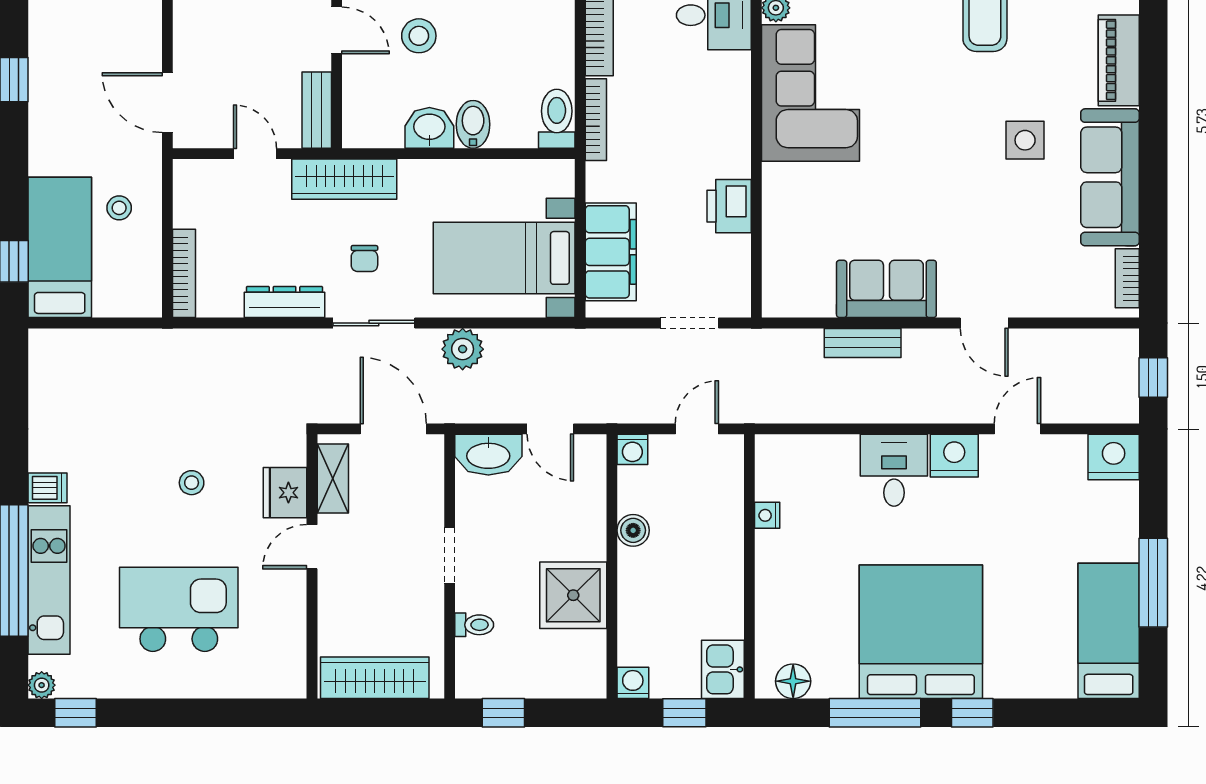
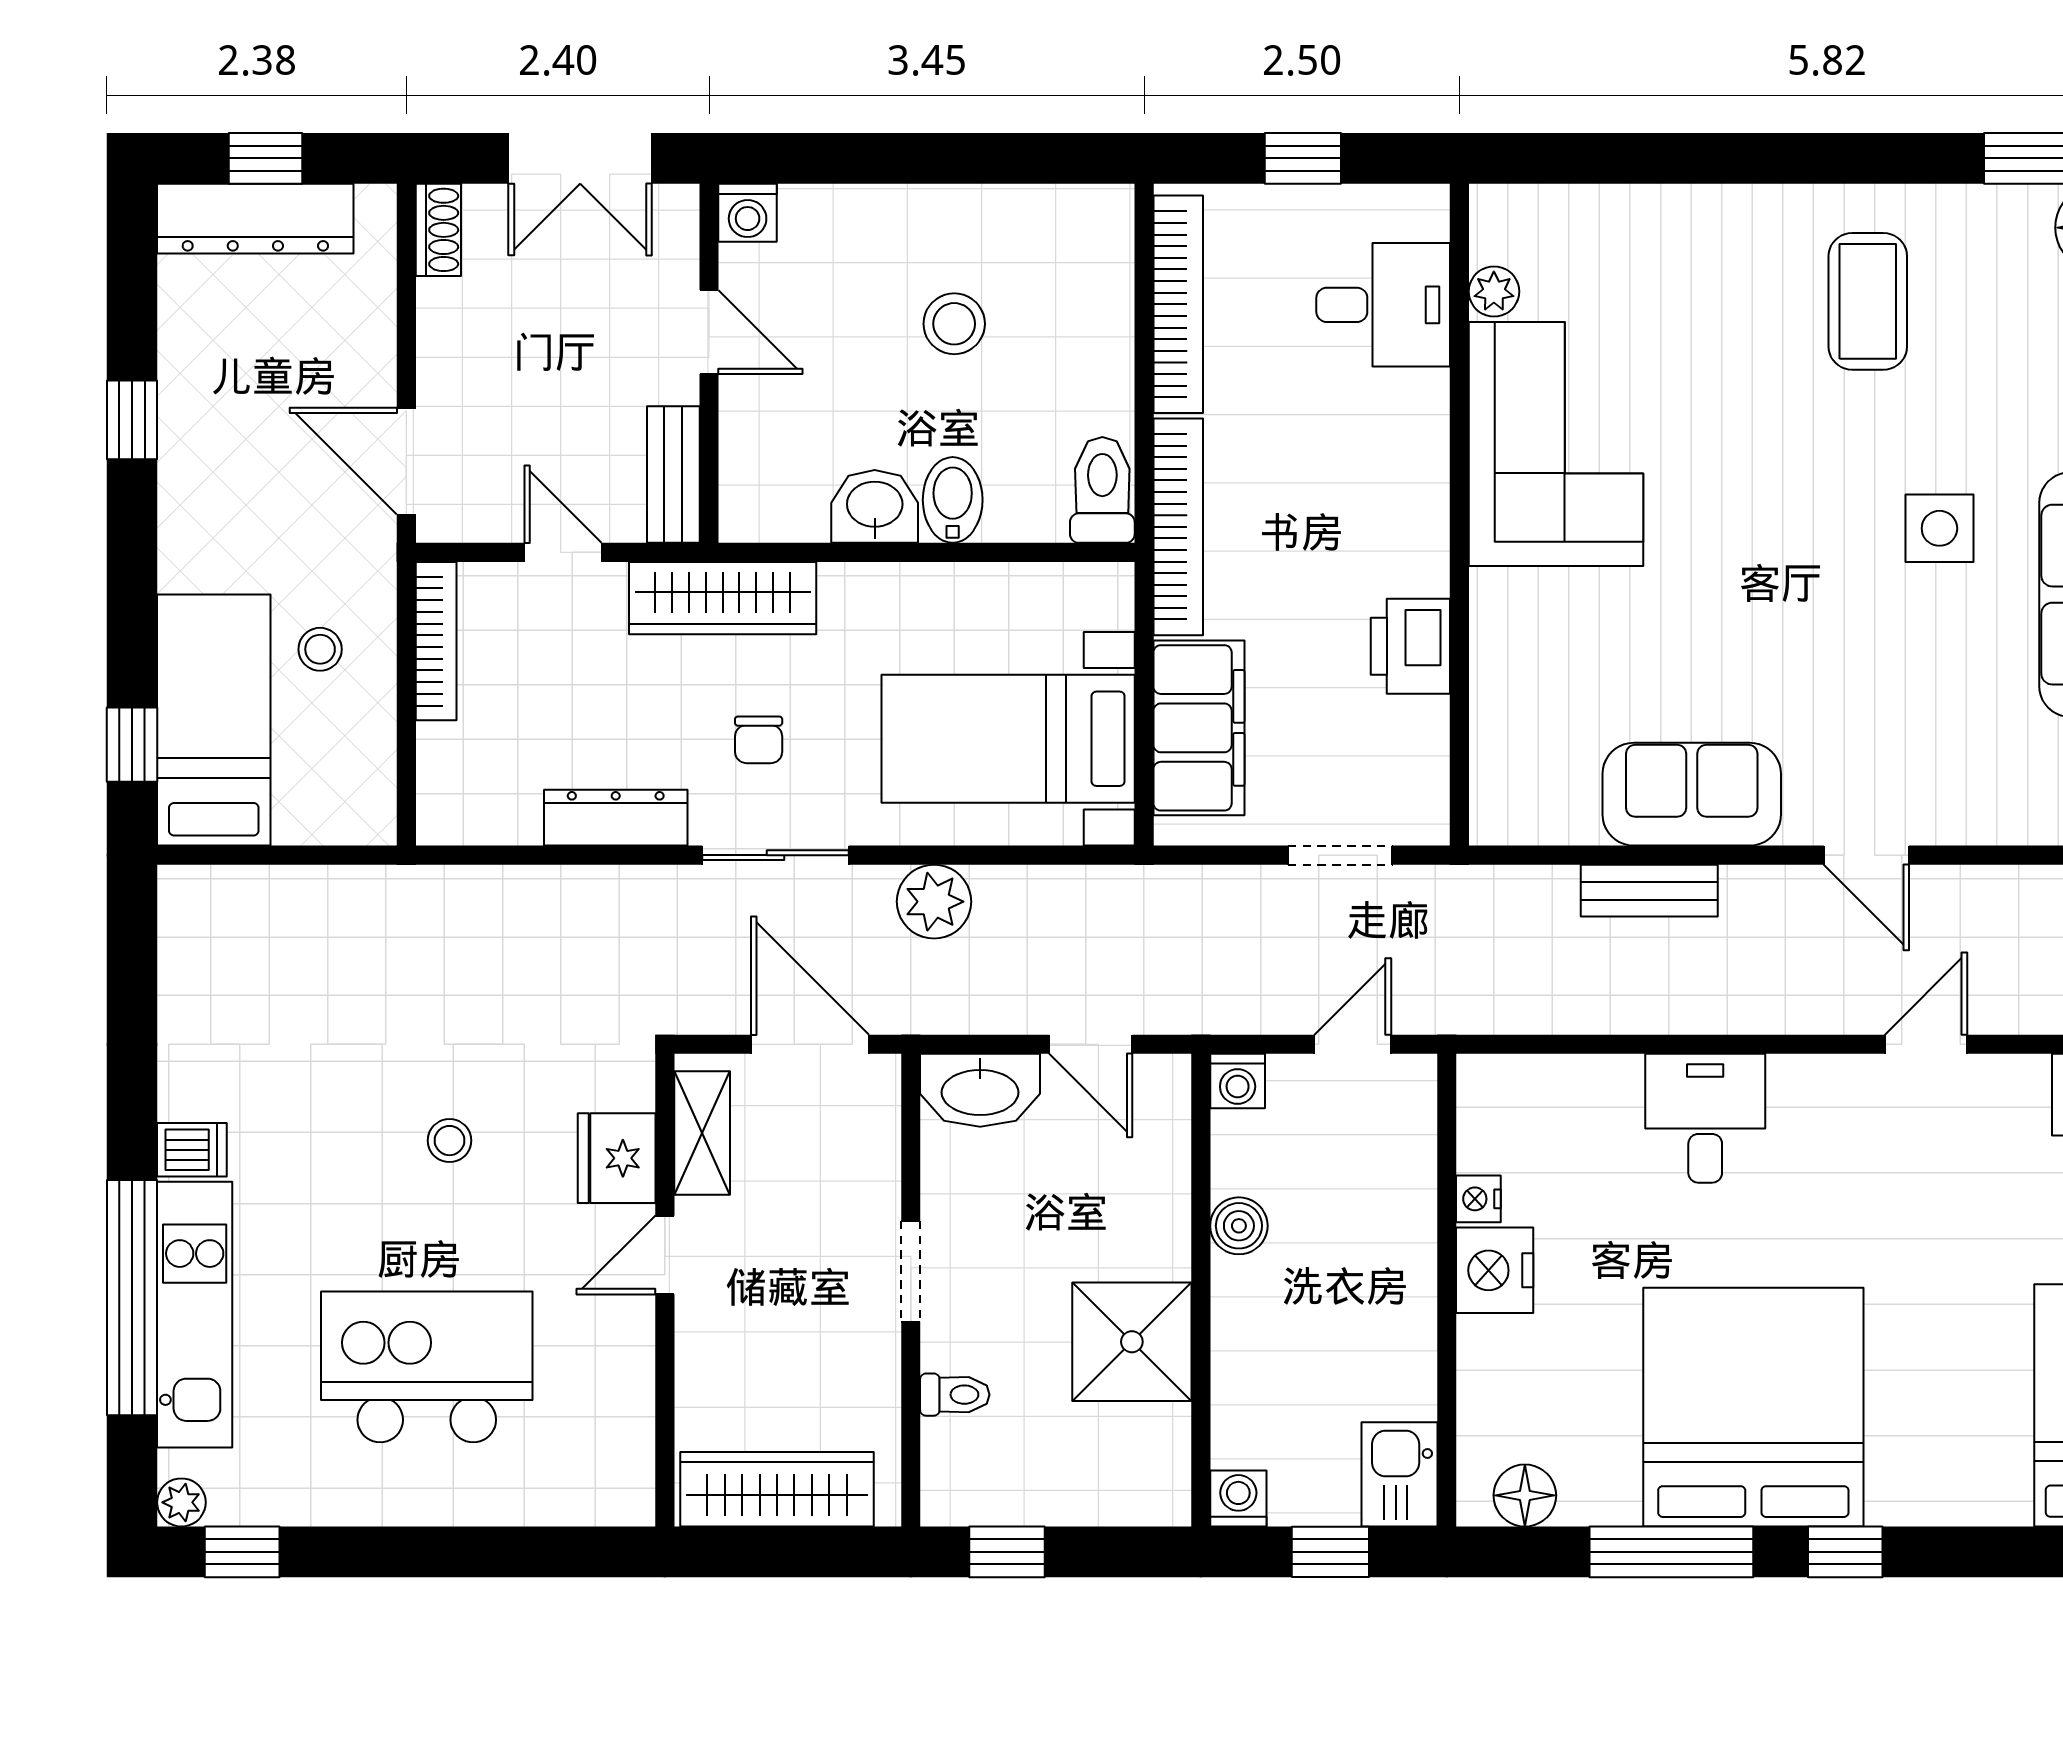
stool: (419, 36) -> (954, 324), moved
bookcase: (596, 120) -> (1178, 527), width x1.48, depth x1.31
bookcase: (184, 273) -> (436, 641), moved
nightstand: (954, 456) -> (1495, 1270), moved, turned -90

